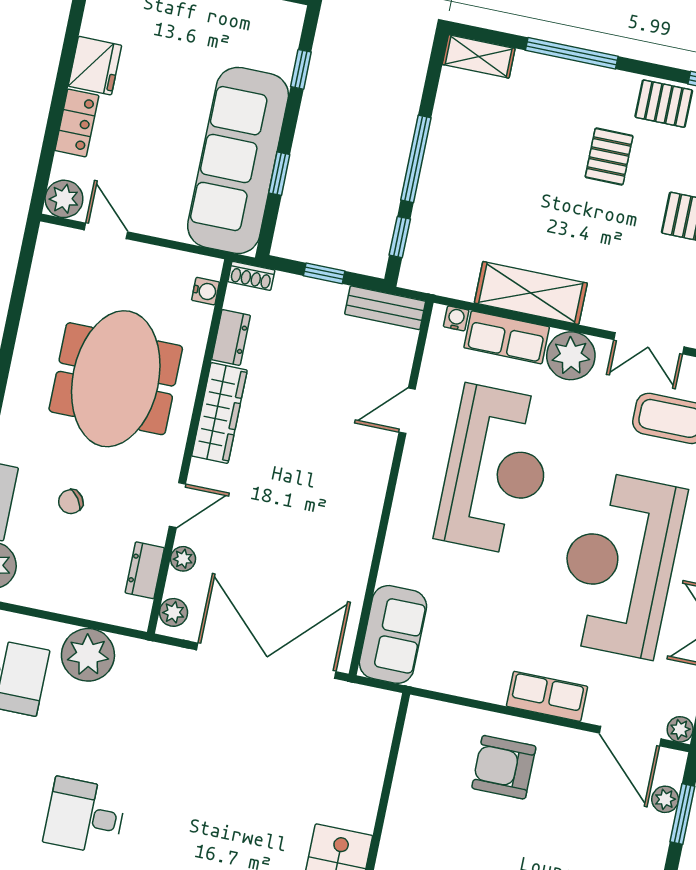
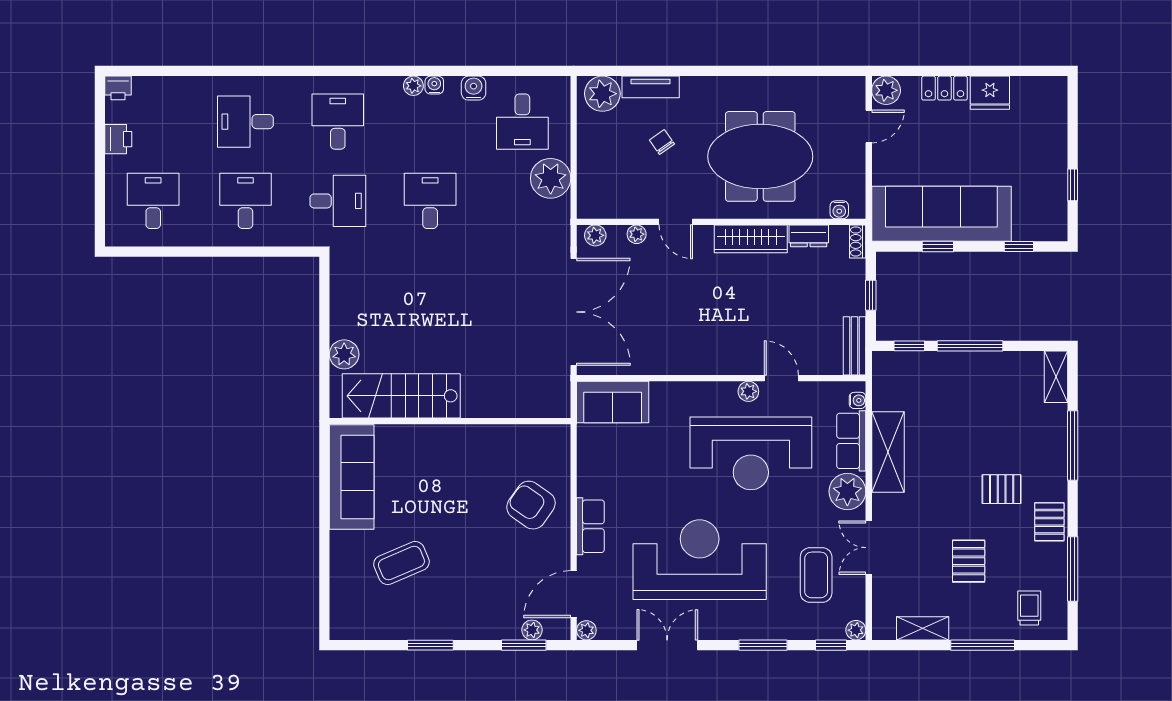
plant: (415, 457) -> (748, 391), added
dresser: (145, 570) -> (622, 208), removed
armchair: (504, 767) -> (531, 505), turned -55

